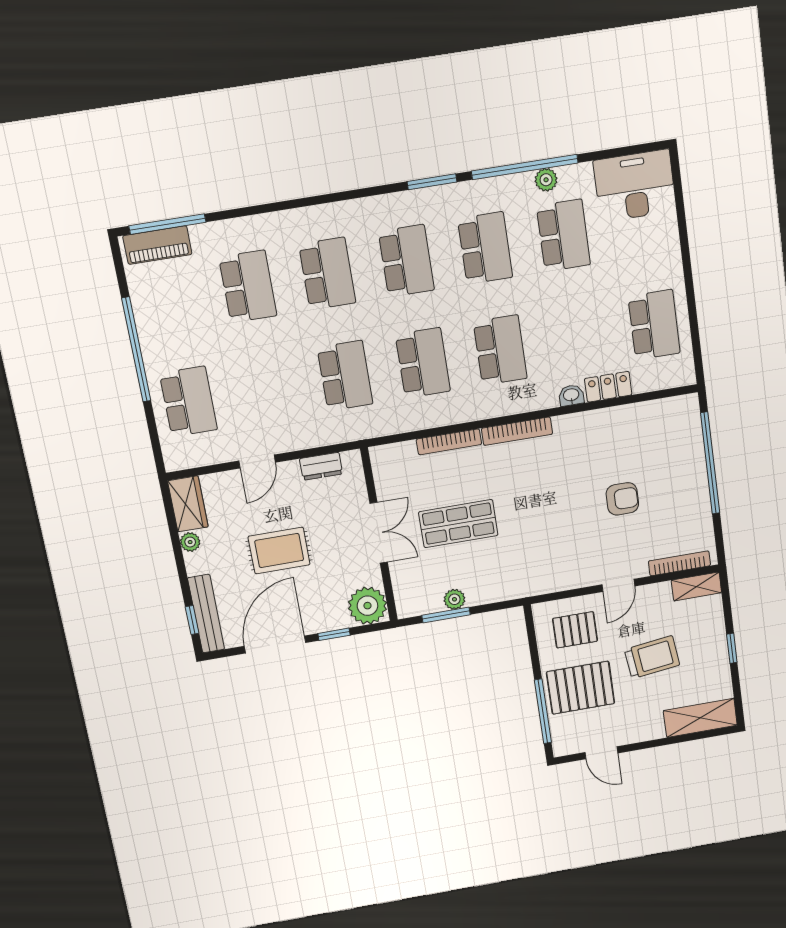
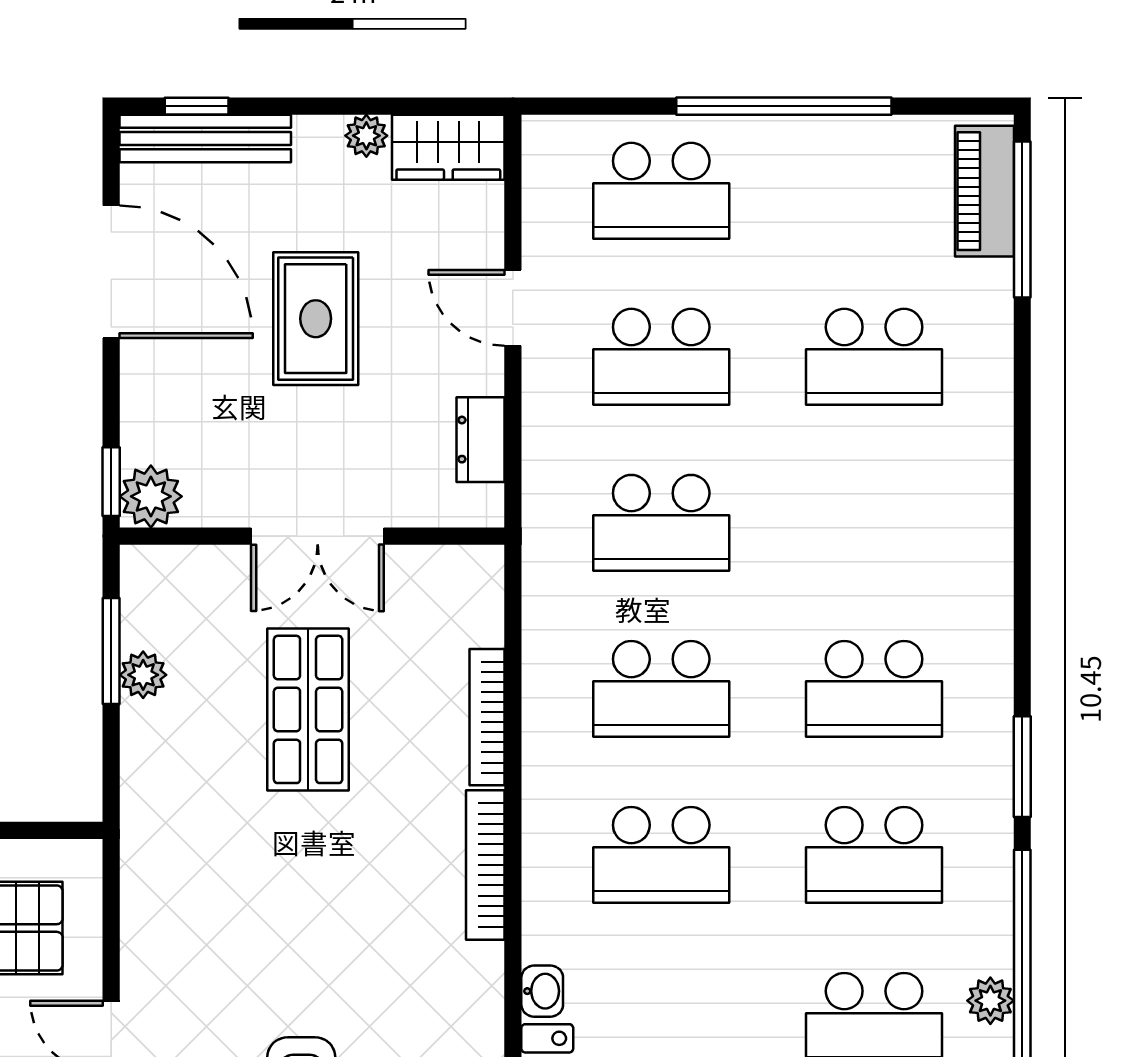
school desk: (327, 274) -> (661, 357), moved
plant: (367, 606) -> (151, 496), width x0.73, depth x0.73
window: (334, 634) -> (111, 482), moved

